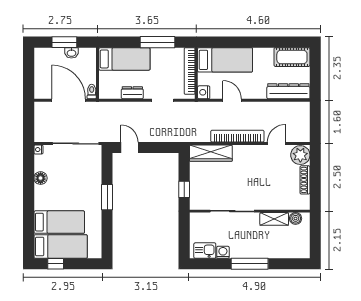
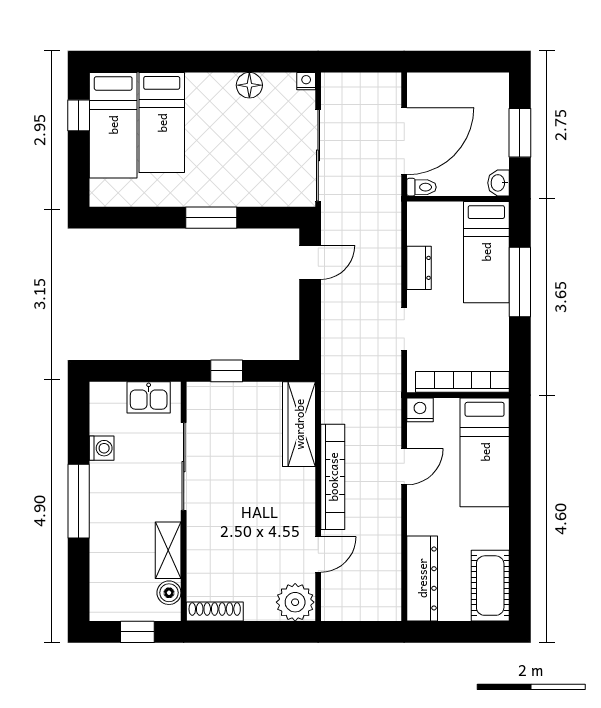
window: (158, 42) -> (520, 282), moved
washbasin: (71, 53) -> (498, 183), moved
door: (276, 144) -> (318, 554), hinge flipped
shoe rack: (305, 180) -> (215, 612), moved
window: (315, 234) -> (137, 632), added
kitchen sink: (205, 251) -> (149, 397), moved, turned 90

